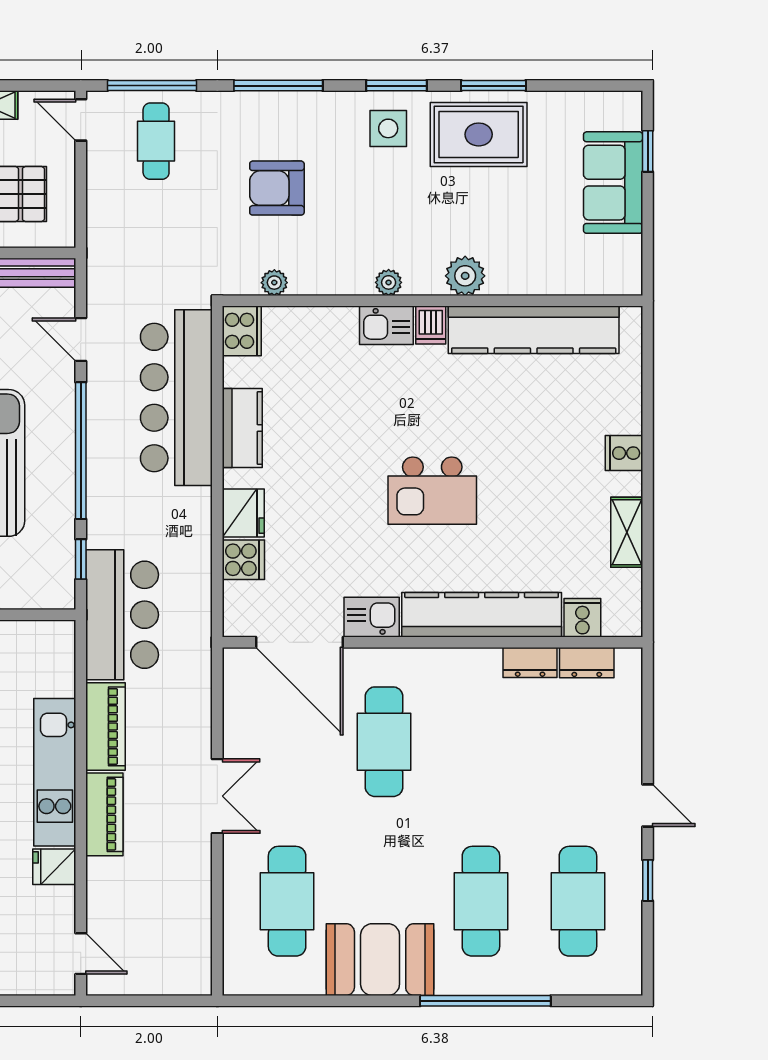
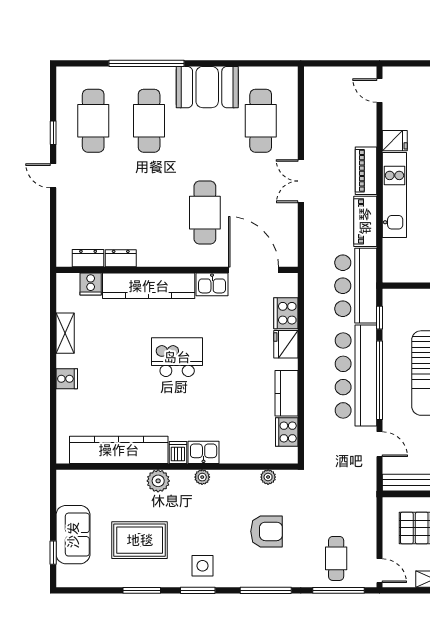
rug: (479, 134) -> (140, 540), moved
cooker: (242, 331) -> (287, 432), moved
bar counter: (176, 398) -> (356, 375), moved, turned 180
cooker: (243, 560) -> (286, 313), width x1.36

